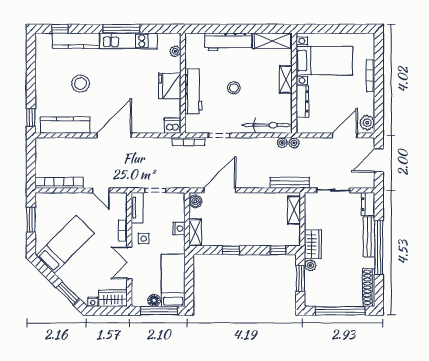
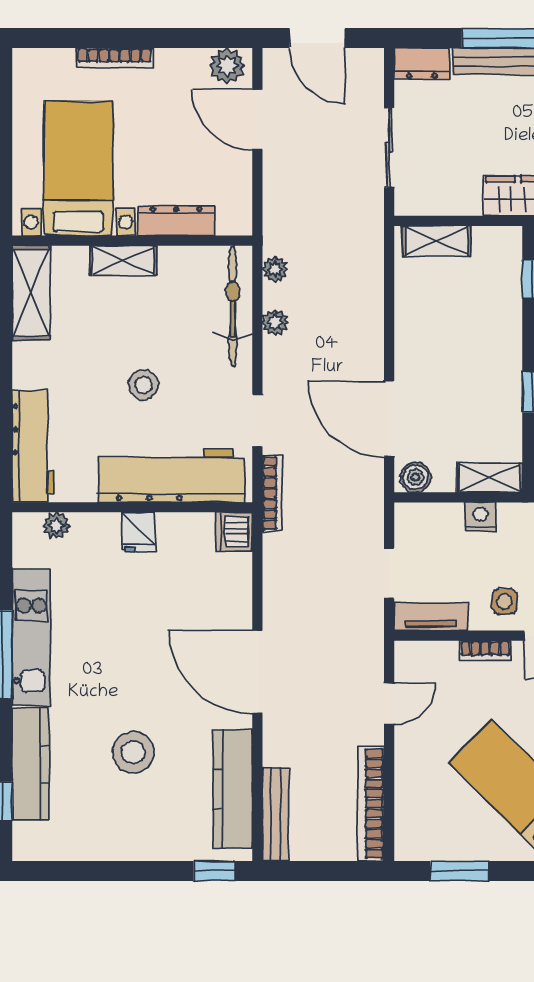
workbench: (228, 42) -> (33, 446), moved
fridge: (170, 86) -> (139, 532), width x0.53, depth x0.75
workbench: (193, 91) -> (171, 476), width x1.36, depth x1.32
plant: (294, 143) -> (275, 322), moved
bench: (290, 183) -> (275, 814), moved

